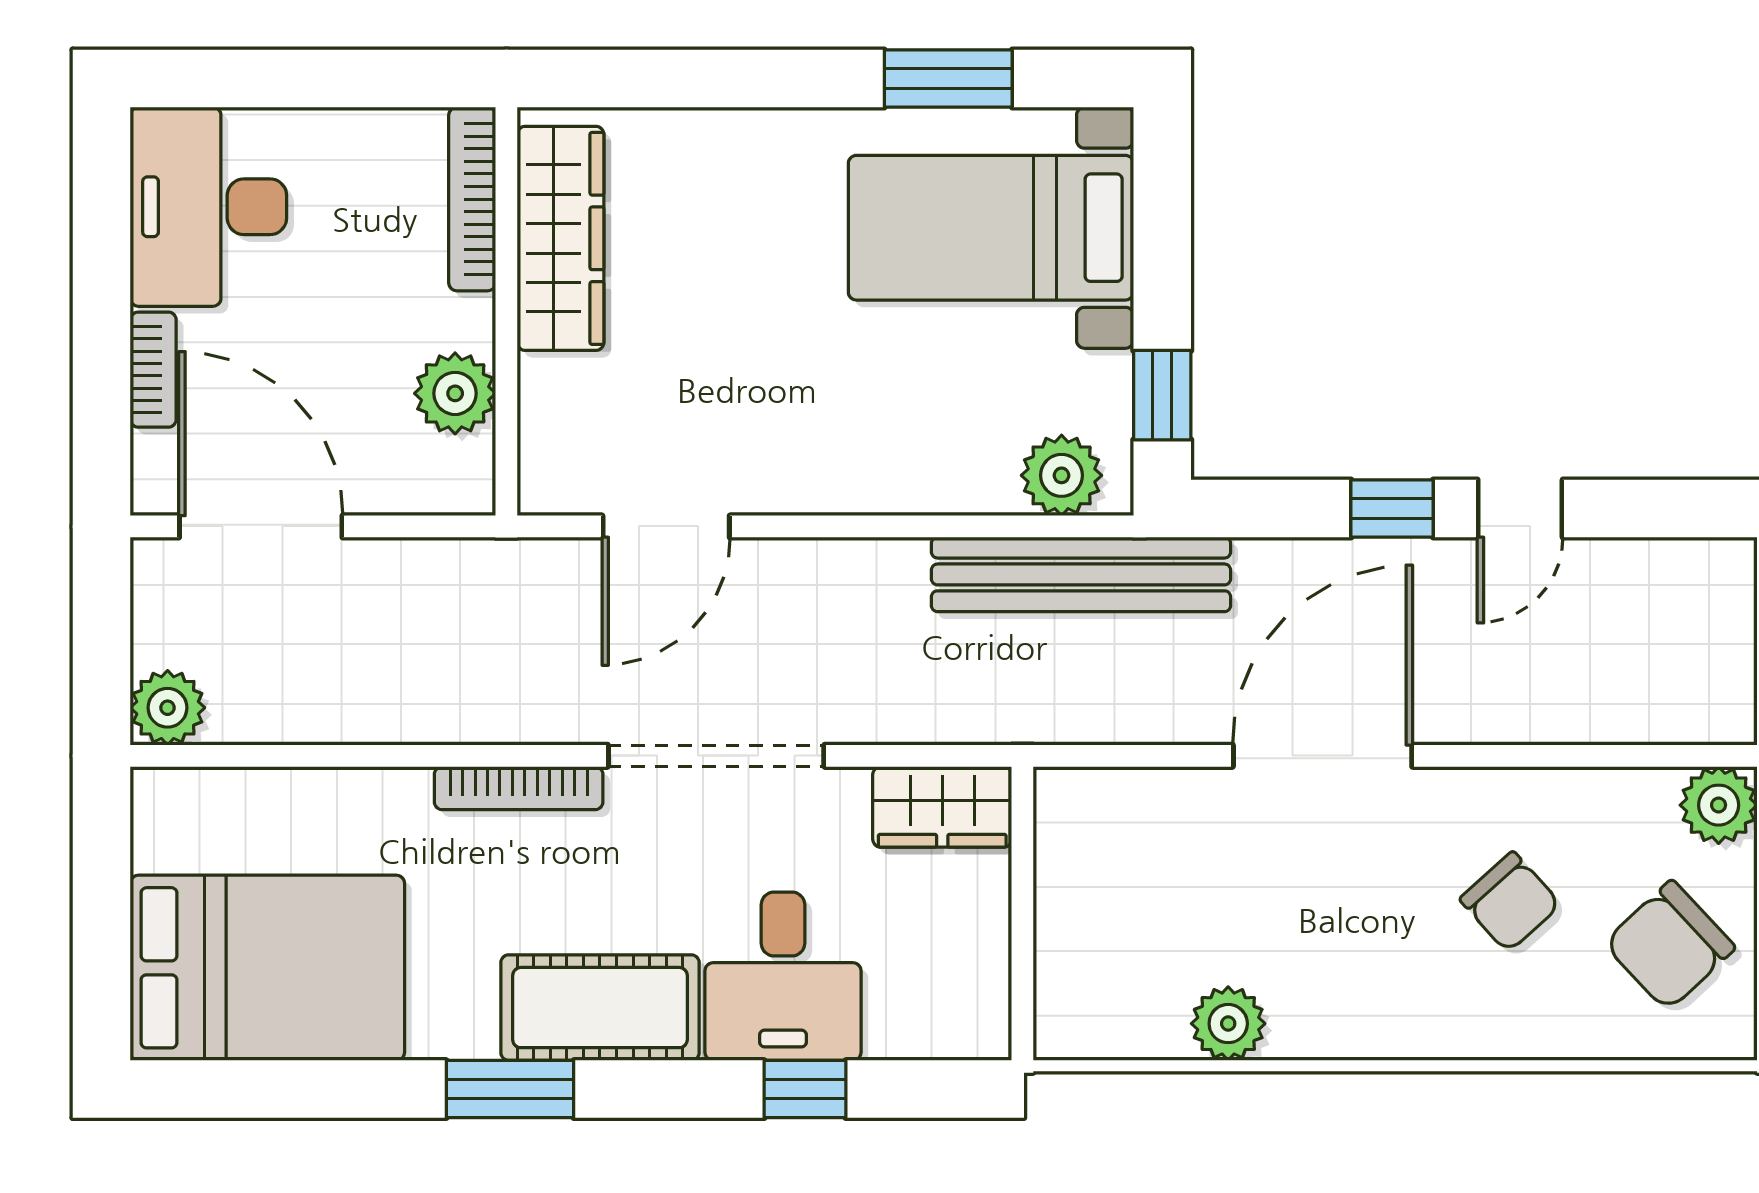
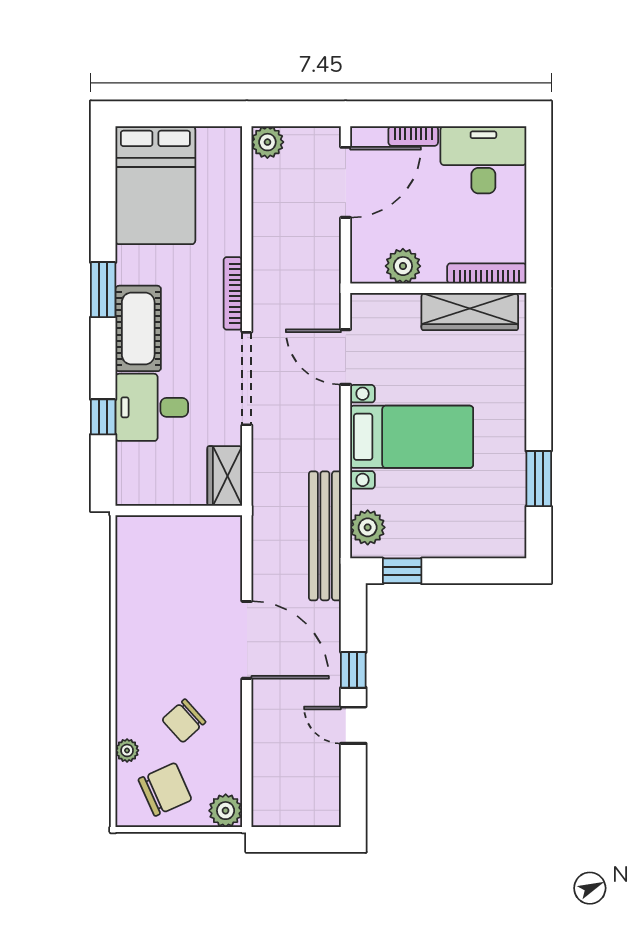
bed with nightstands: (991, 228) -> (412, 437), moved, turned 90
chair: (1669, 945) -> (165, 789), turned 109
plant: (1228, 1024) -> (127, 750), moved, width x0.73, depth x0.73

